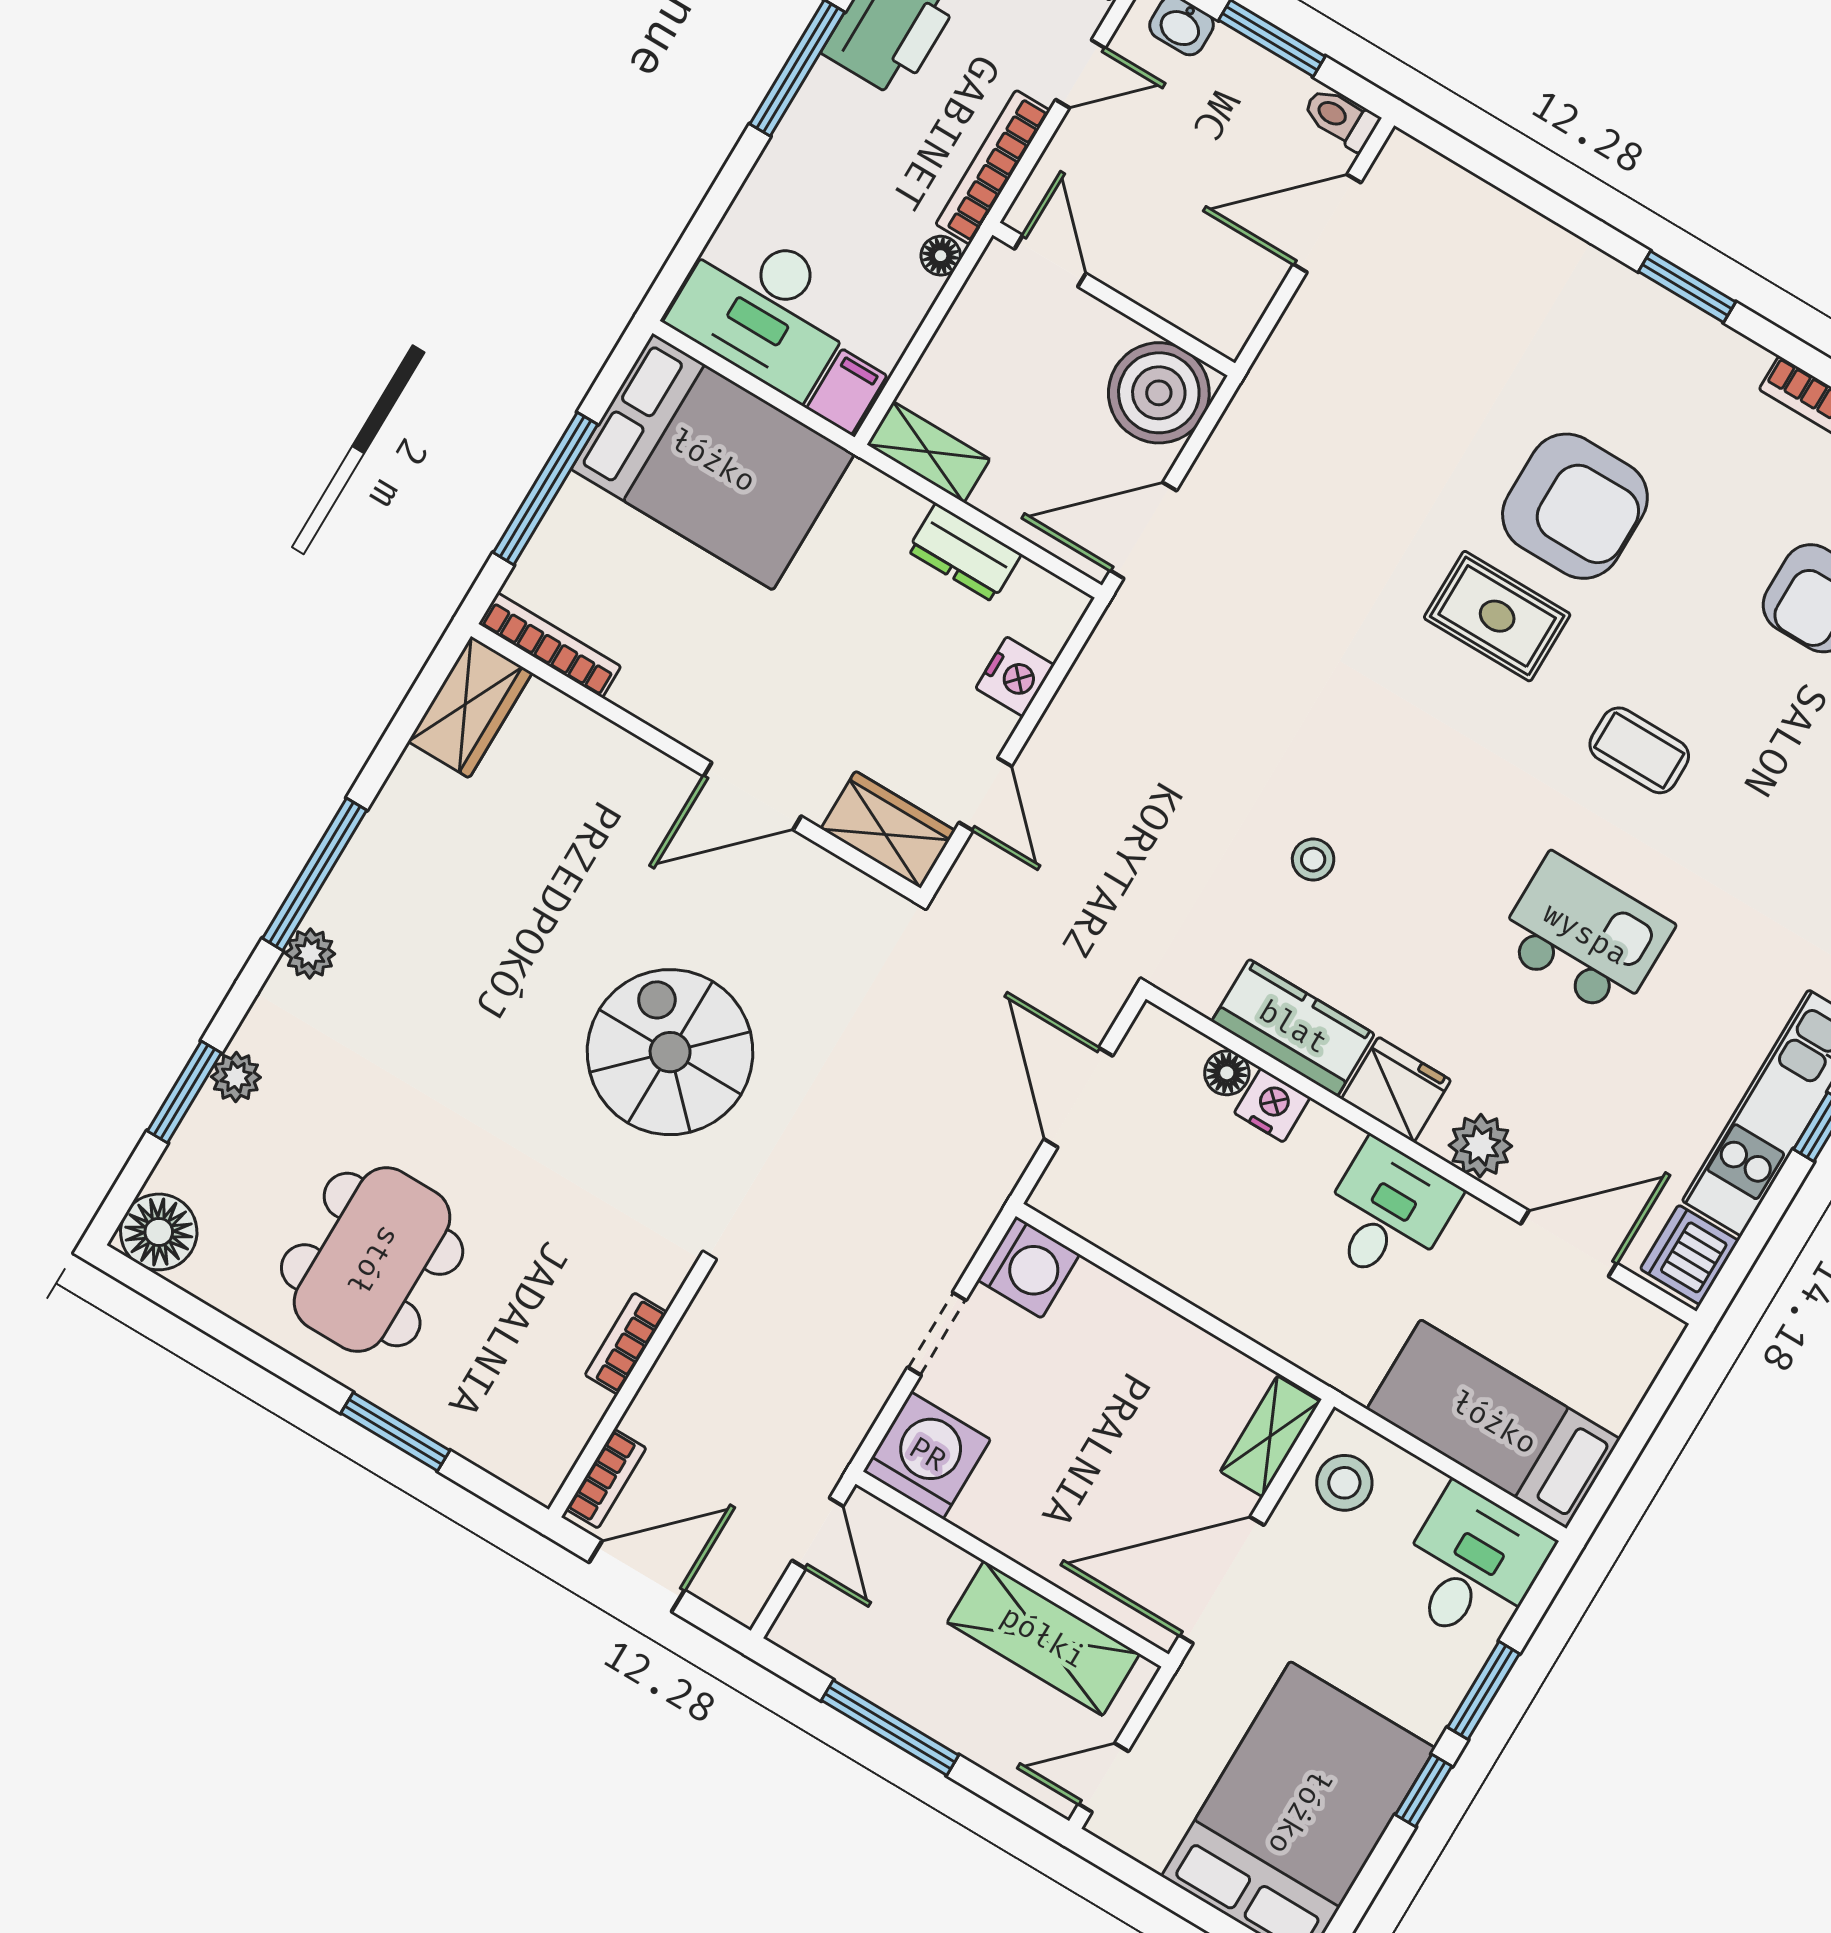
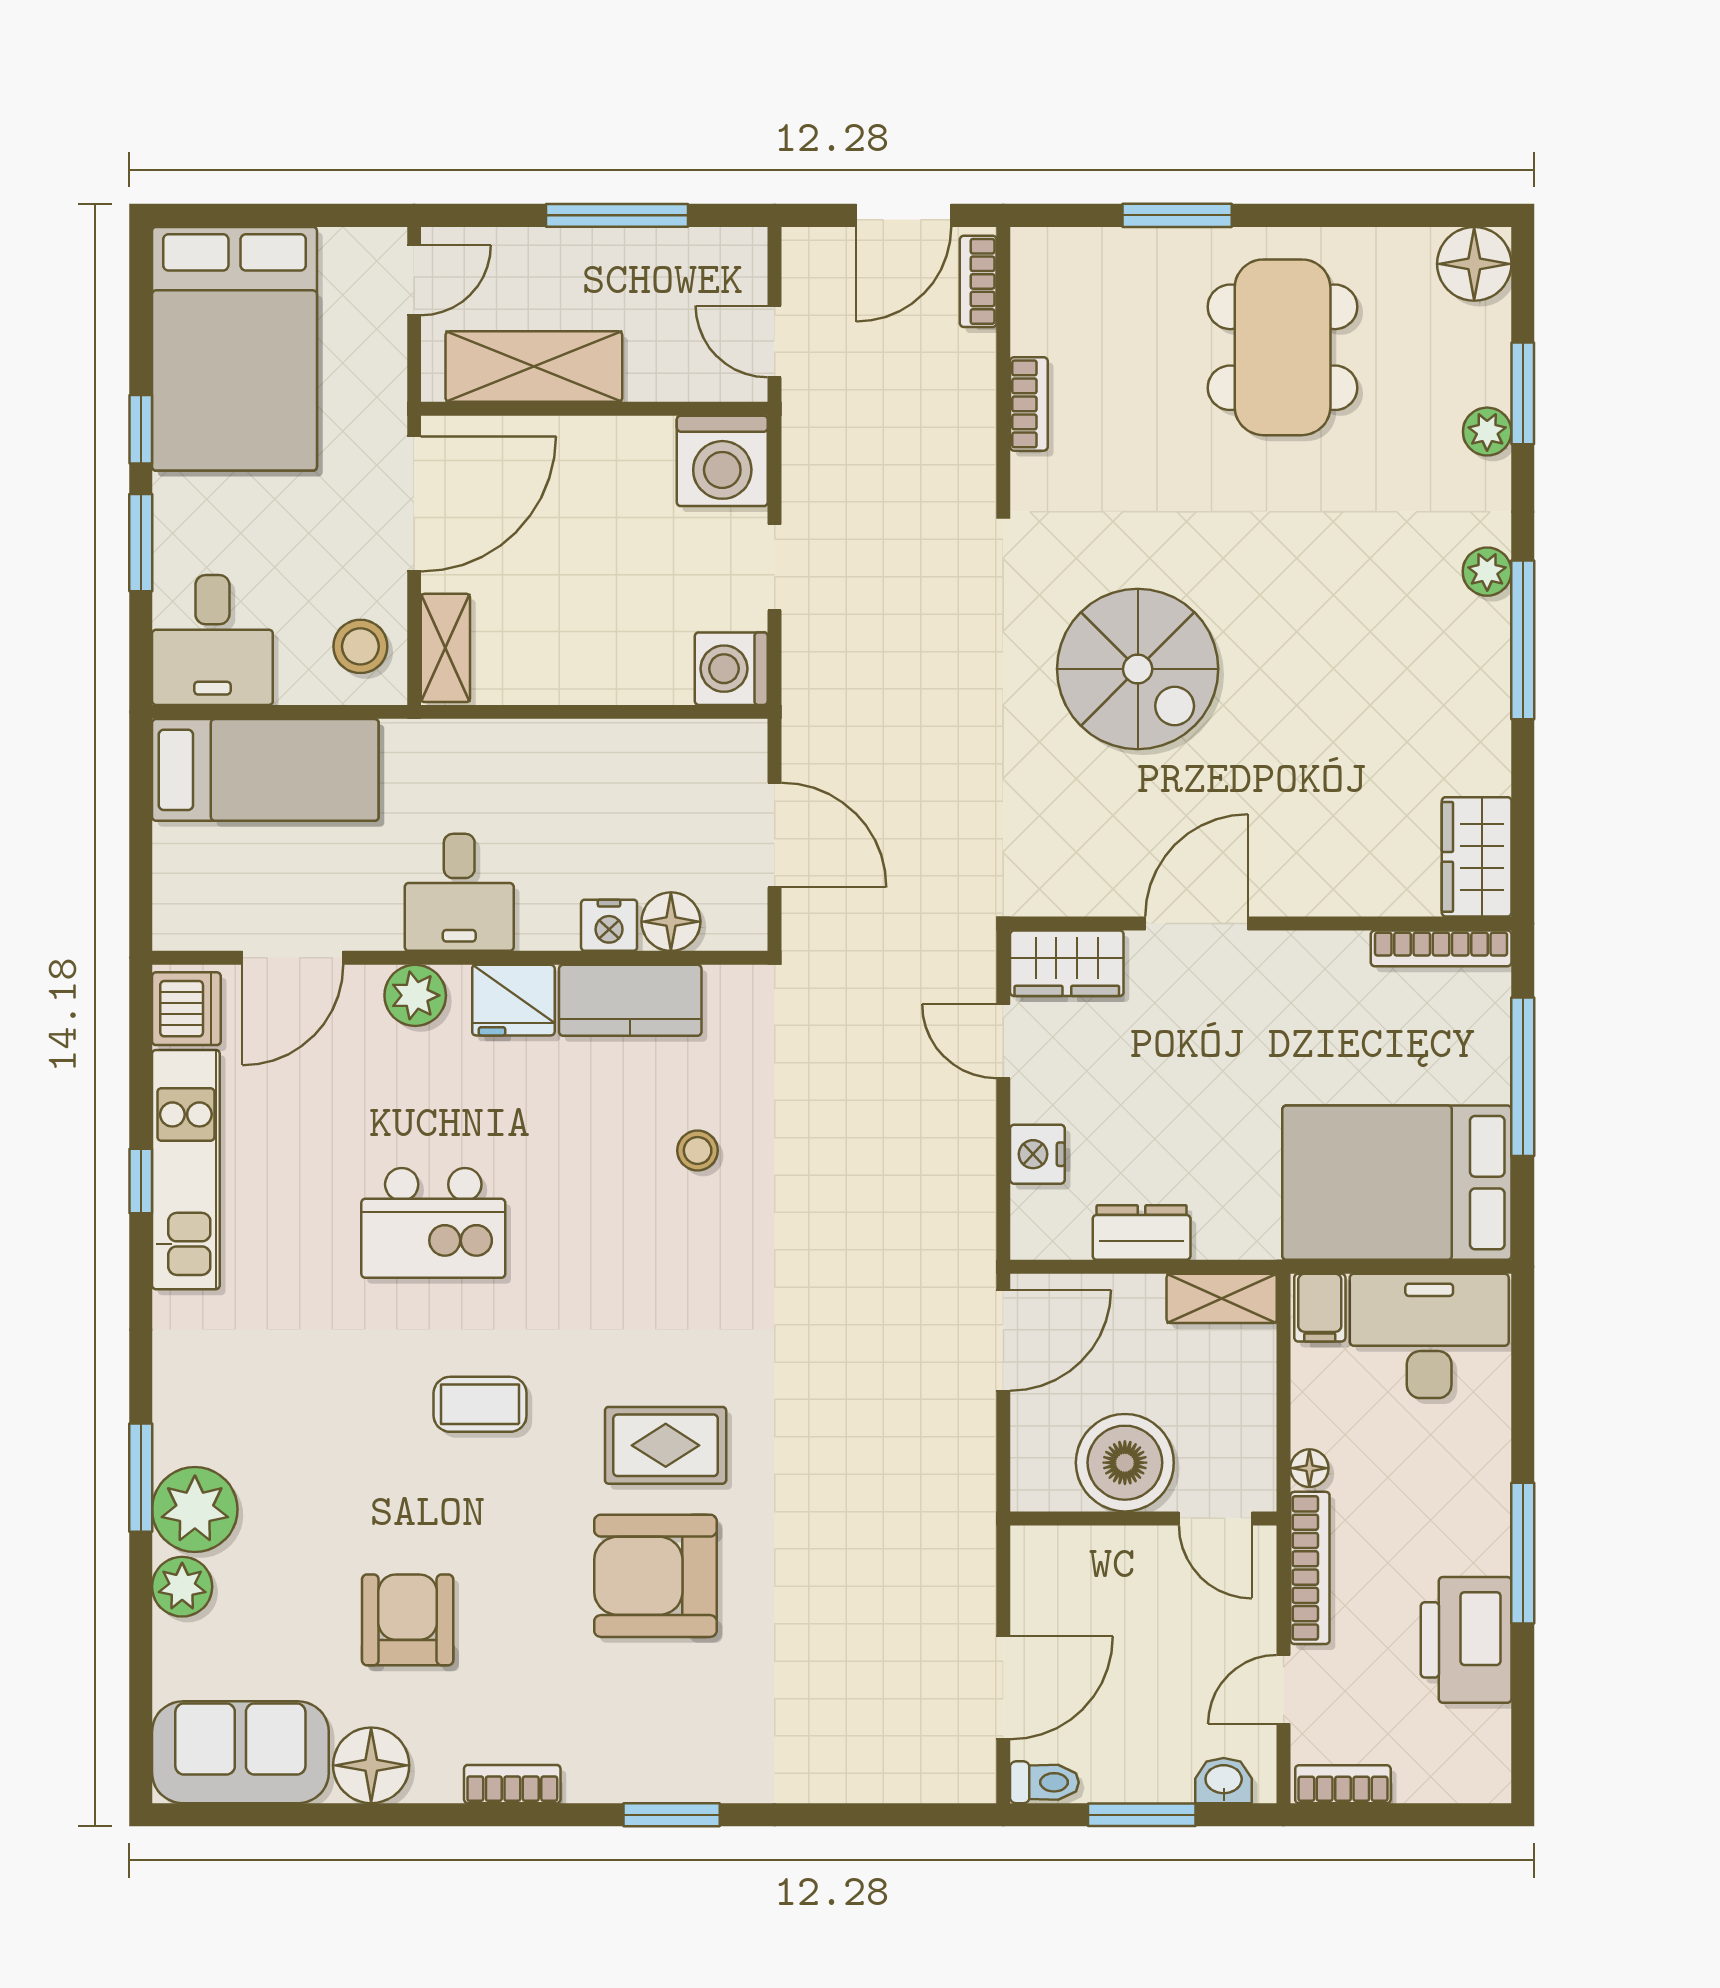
boiler: (1159, 393) -> (1125, 1463), moved
floor lamp: (1227, 1073) -> (671, 922), width x1.37, depth x1.37

